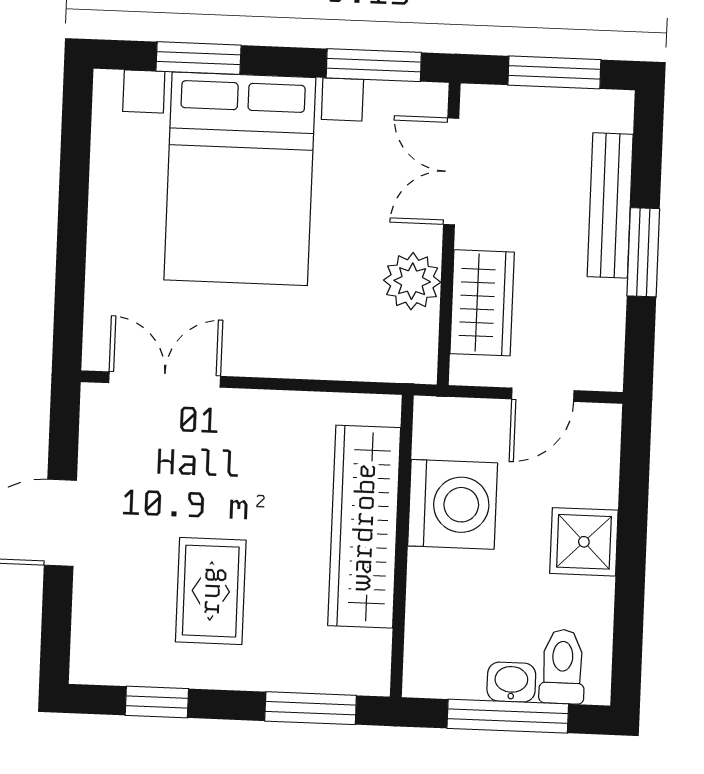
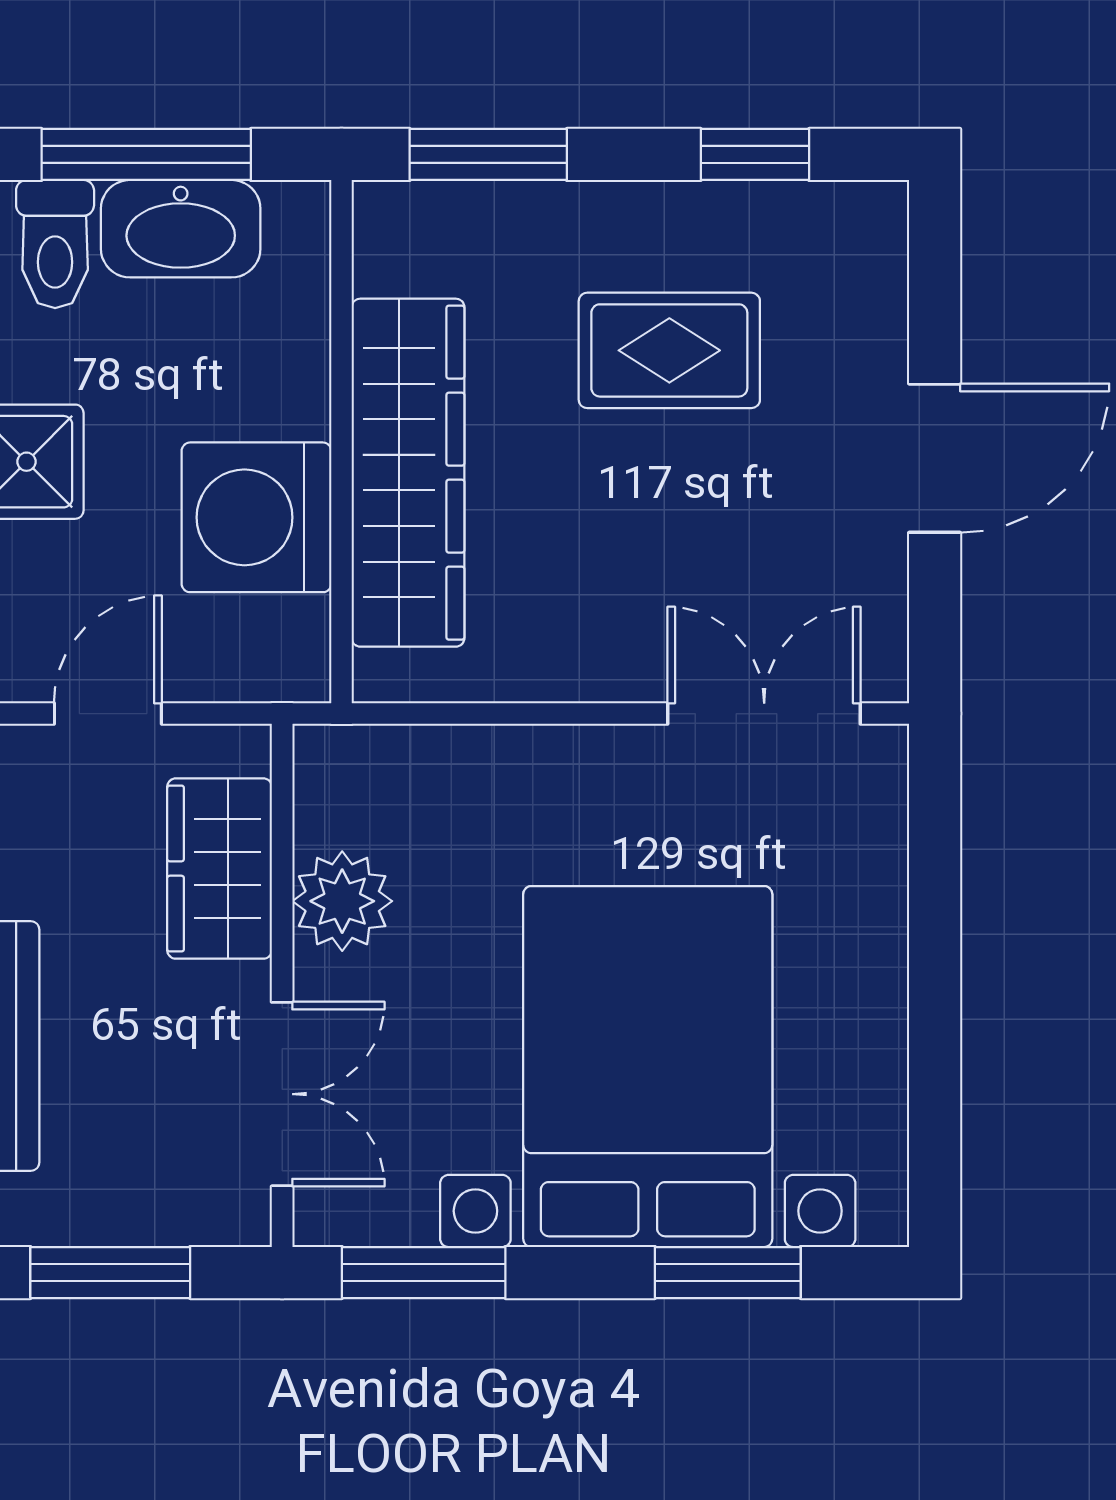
double door: (165, 380) -> (764, 714), swing flipped
rug: (211, 591) -> (669, 350), turned 90
washbasin: (511, 682) -> (181, 229), width x1.91, depth x1.45

